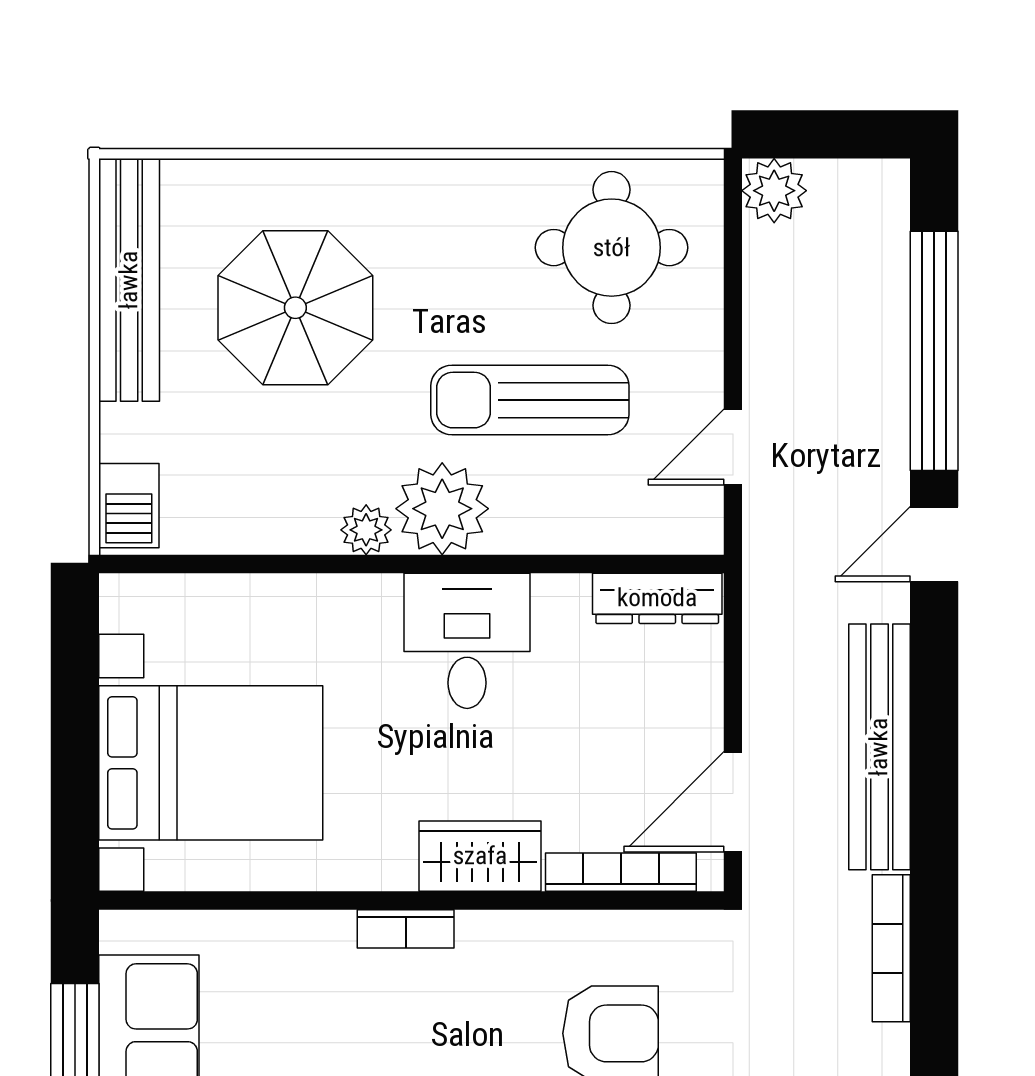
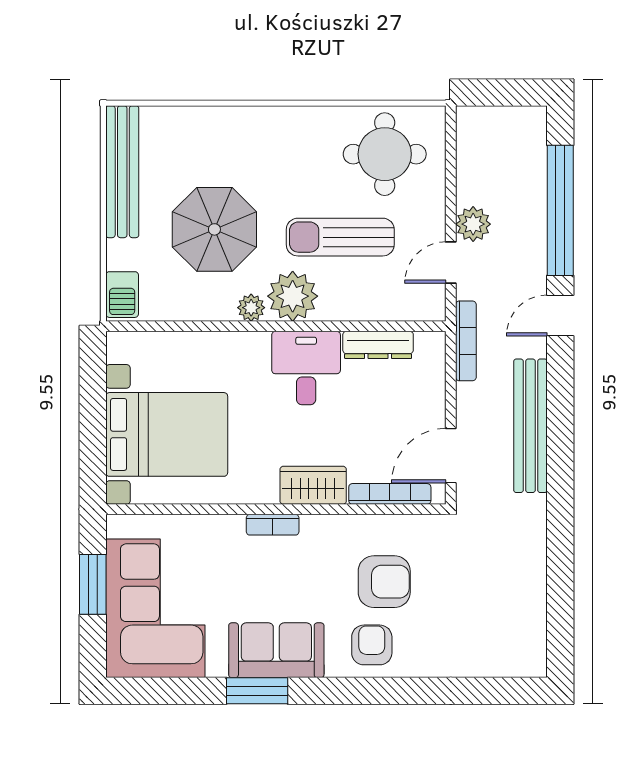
plant: (774, 191) -> (473, 224), moved
parasol: (295, 308) -> (214, 229), moved
dresser: (657, 598) -> (378, 345), moved
bookcase: (891, 948) -> (466, 341), moved, turned 180

